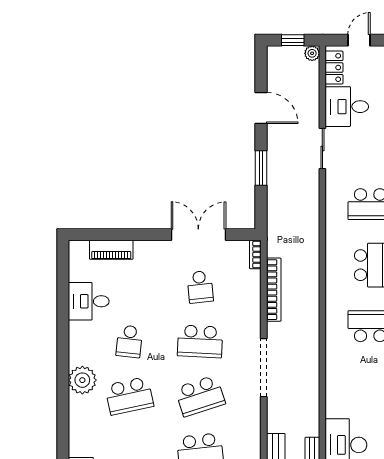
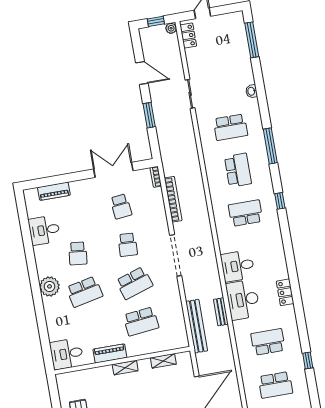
desk: (347, 107) -> (238, 266), moved
school desk: (200, 341) -> (128, 245), width x0.54

